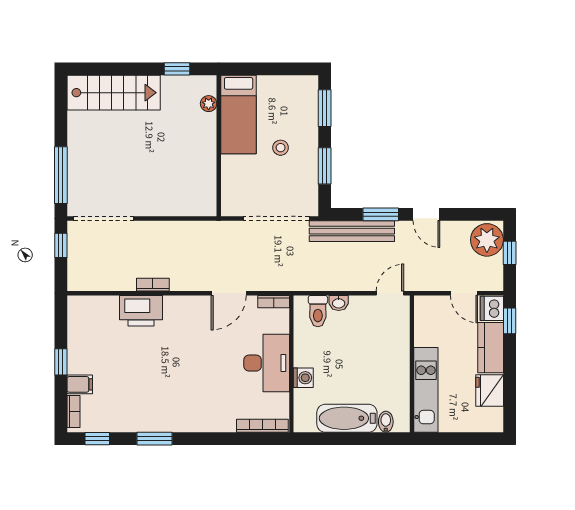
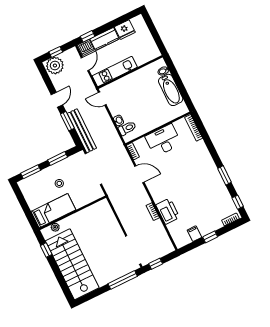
stairs: (114, 93) -> (72, 264), width x1.36, depth x1.51
washing machine: (303, 378) -> (162, 120), removed
filing cabinet: (80, 384) -> (194, 234), moved
kitchen unit: (426, 390) -> (115, 71), moved

